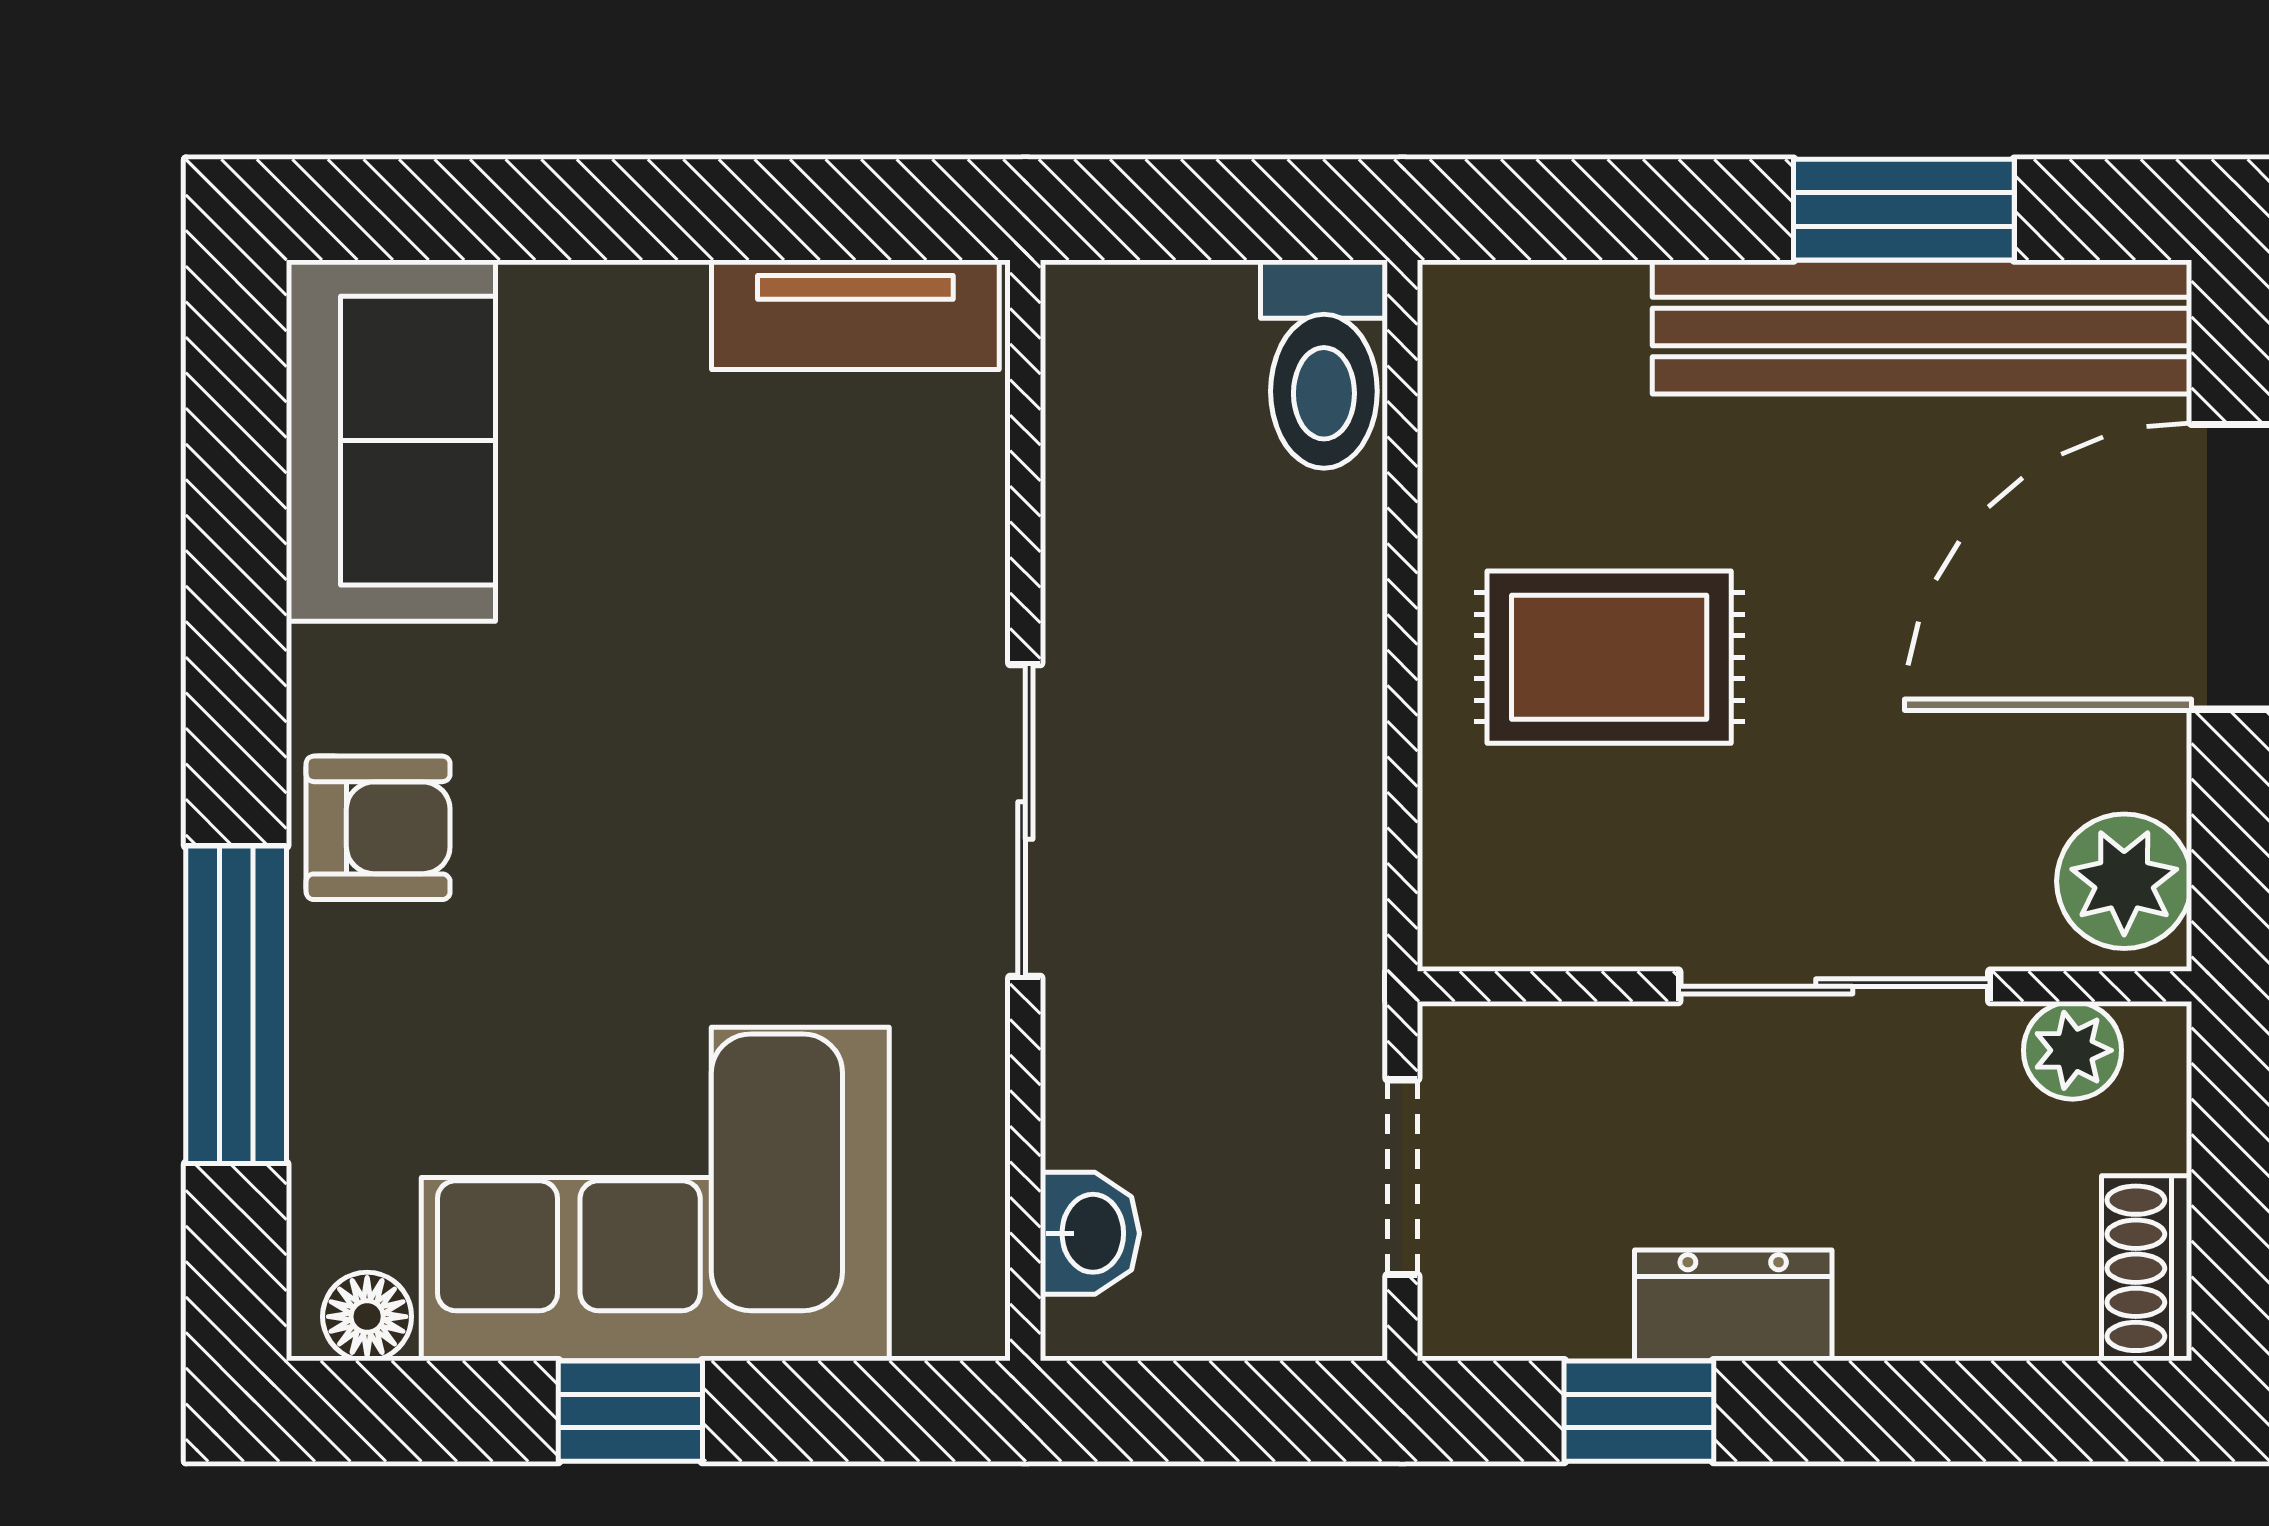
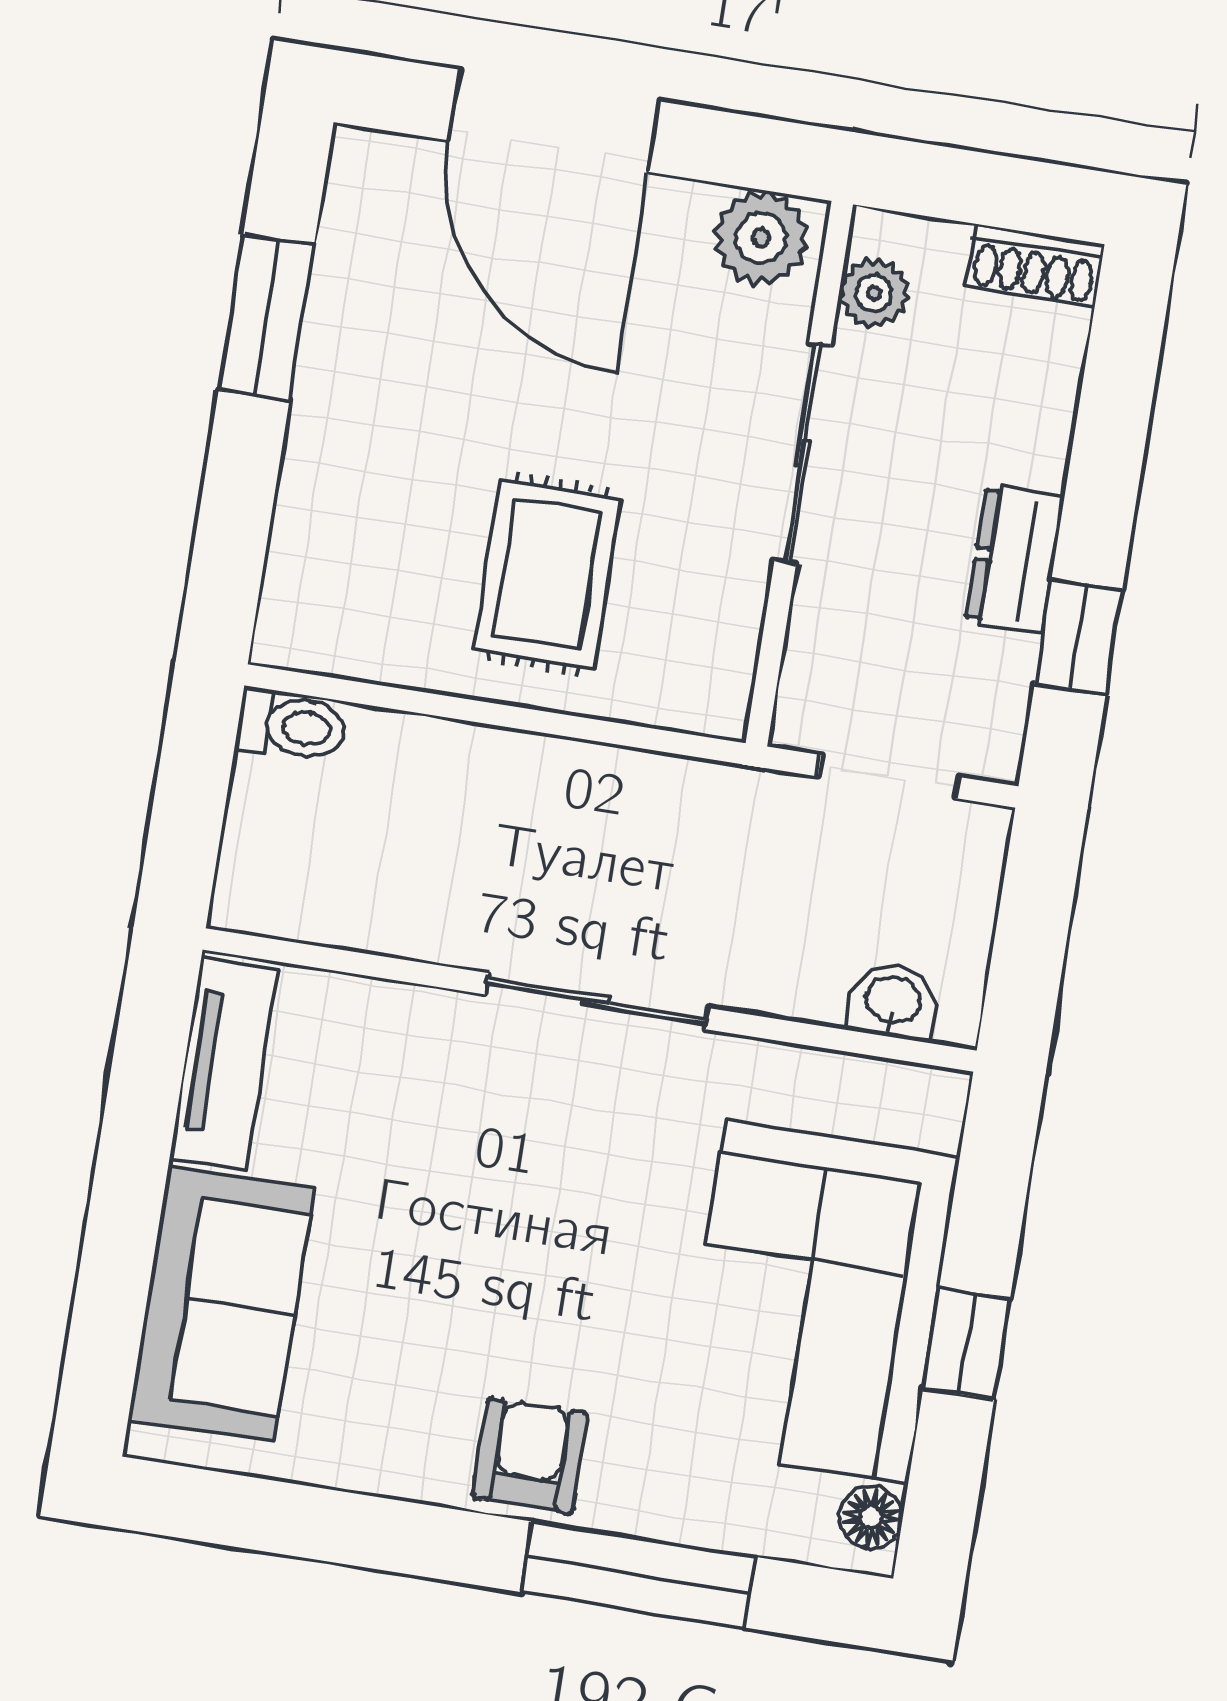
bench: (1922, 327) -> (350, 318), removed
toilet: (1324, 364) -> (292, 726), width x0.73, depth x0.72
sofa: (391, 441) -> (221, 1304), moved, turned 90

